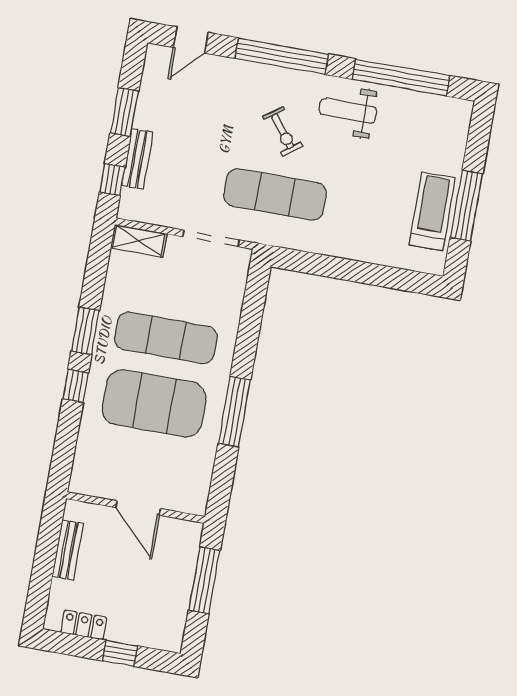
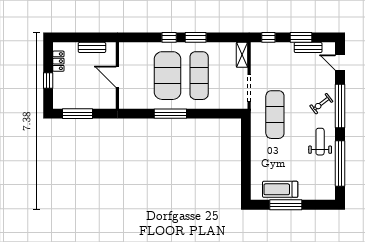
exercise bike: (283, 131) -> (321, 104), moved
bench: (137, 159) -> (308, 47), moved
treadmill: (432, 211) -> (280, 189), turned 180
door: (138, 508) -> (117, 77), hinge flipped
window: (204, 580) -> (78, 114), moved

